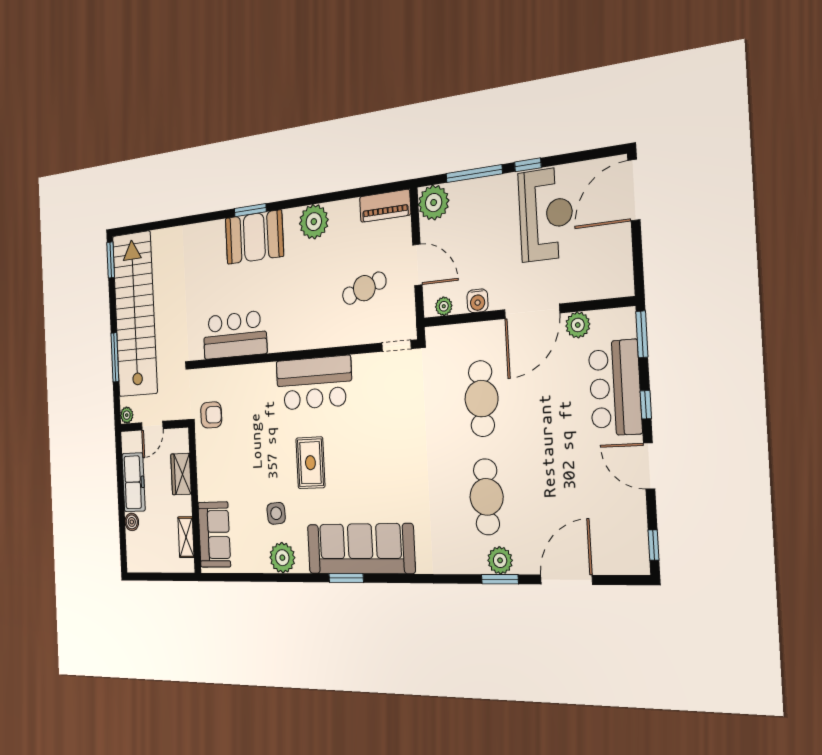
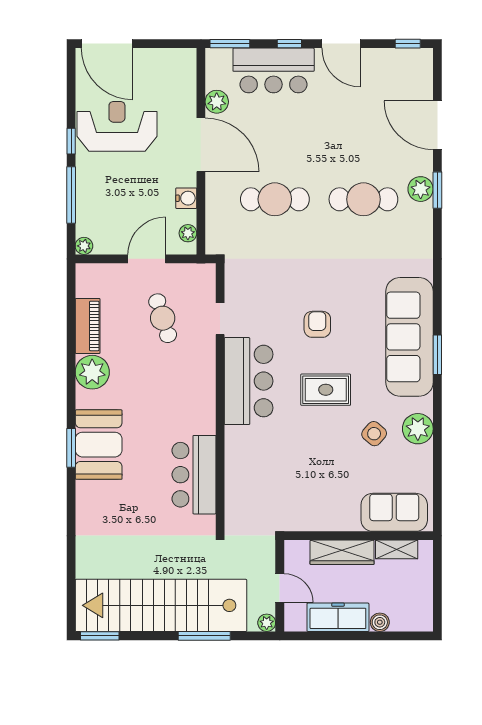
plant: (434, 203) -> (84, 246), width x0.53, depth x0.53
piano: (385, 206) -> (88, 326), moved
doorway: (397, 346) -> (220, 319), moved
armchair: (211, 415) -> (317, 324), moved
door: (649, 466) -> (341, 44), hinge flipped
wardrobe: (181, 474) -> (342, 552), width x1.50
side table: (276, 513) -> (374, 434), turned 45

